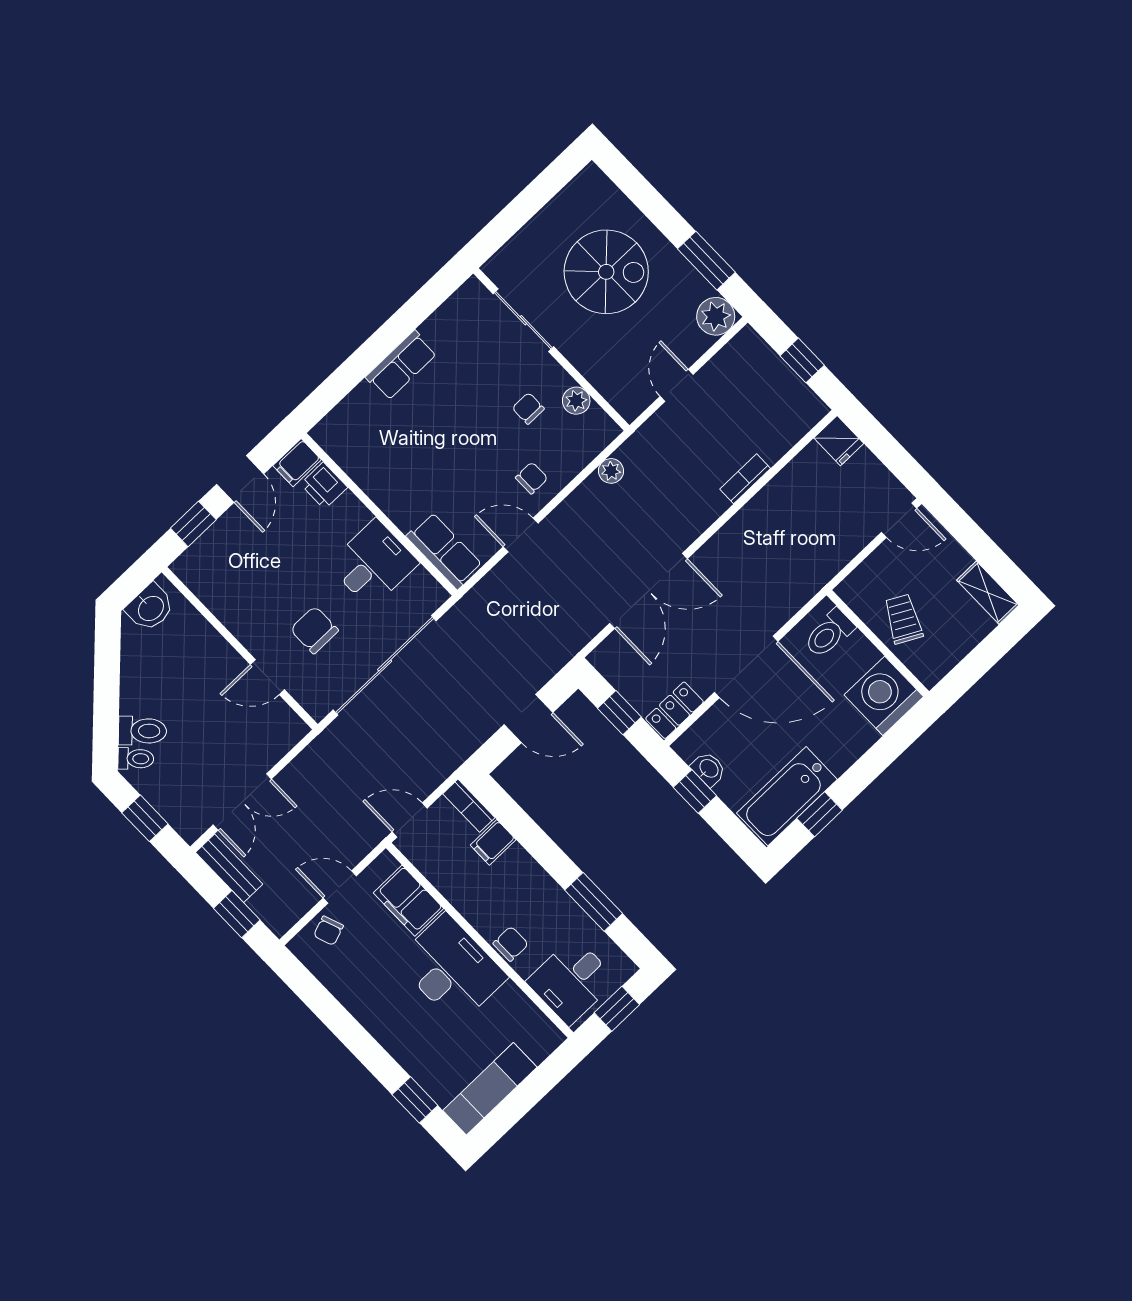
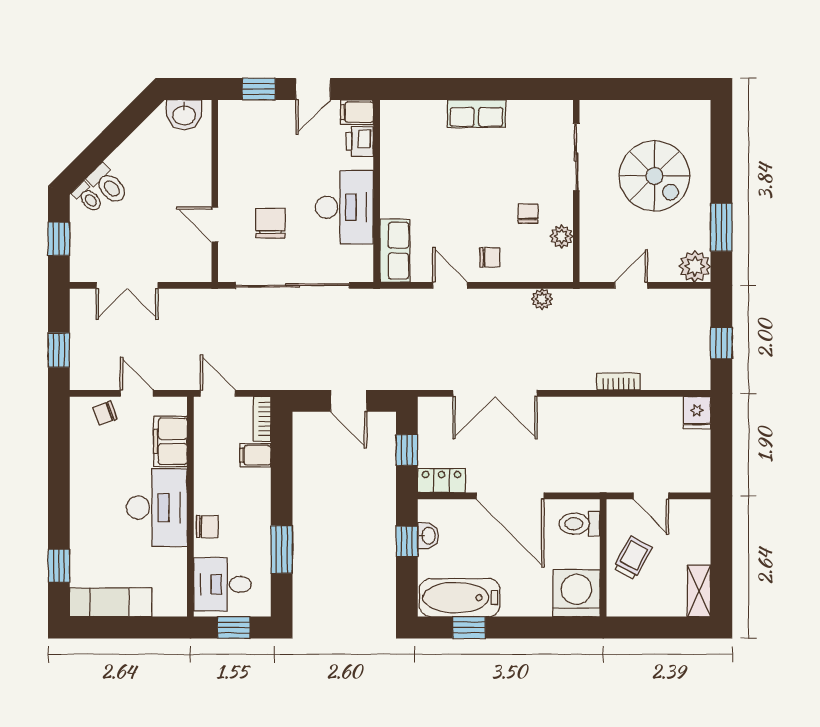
door: (899, 520) -> (651, 496), moved
desk: (373, 564) -> (344, 207), width x1.37
bench: (229, 868) -> (81, 318), removed

